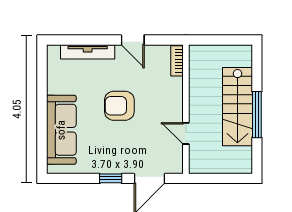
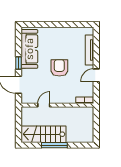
stairs: (237, 107) -> (44, 134), moved
sofa: (61, 130) -> (29, 49), moved, turned -90

